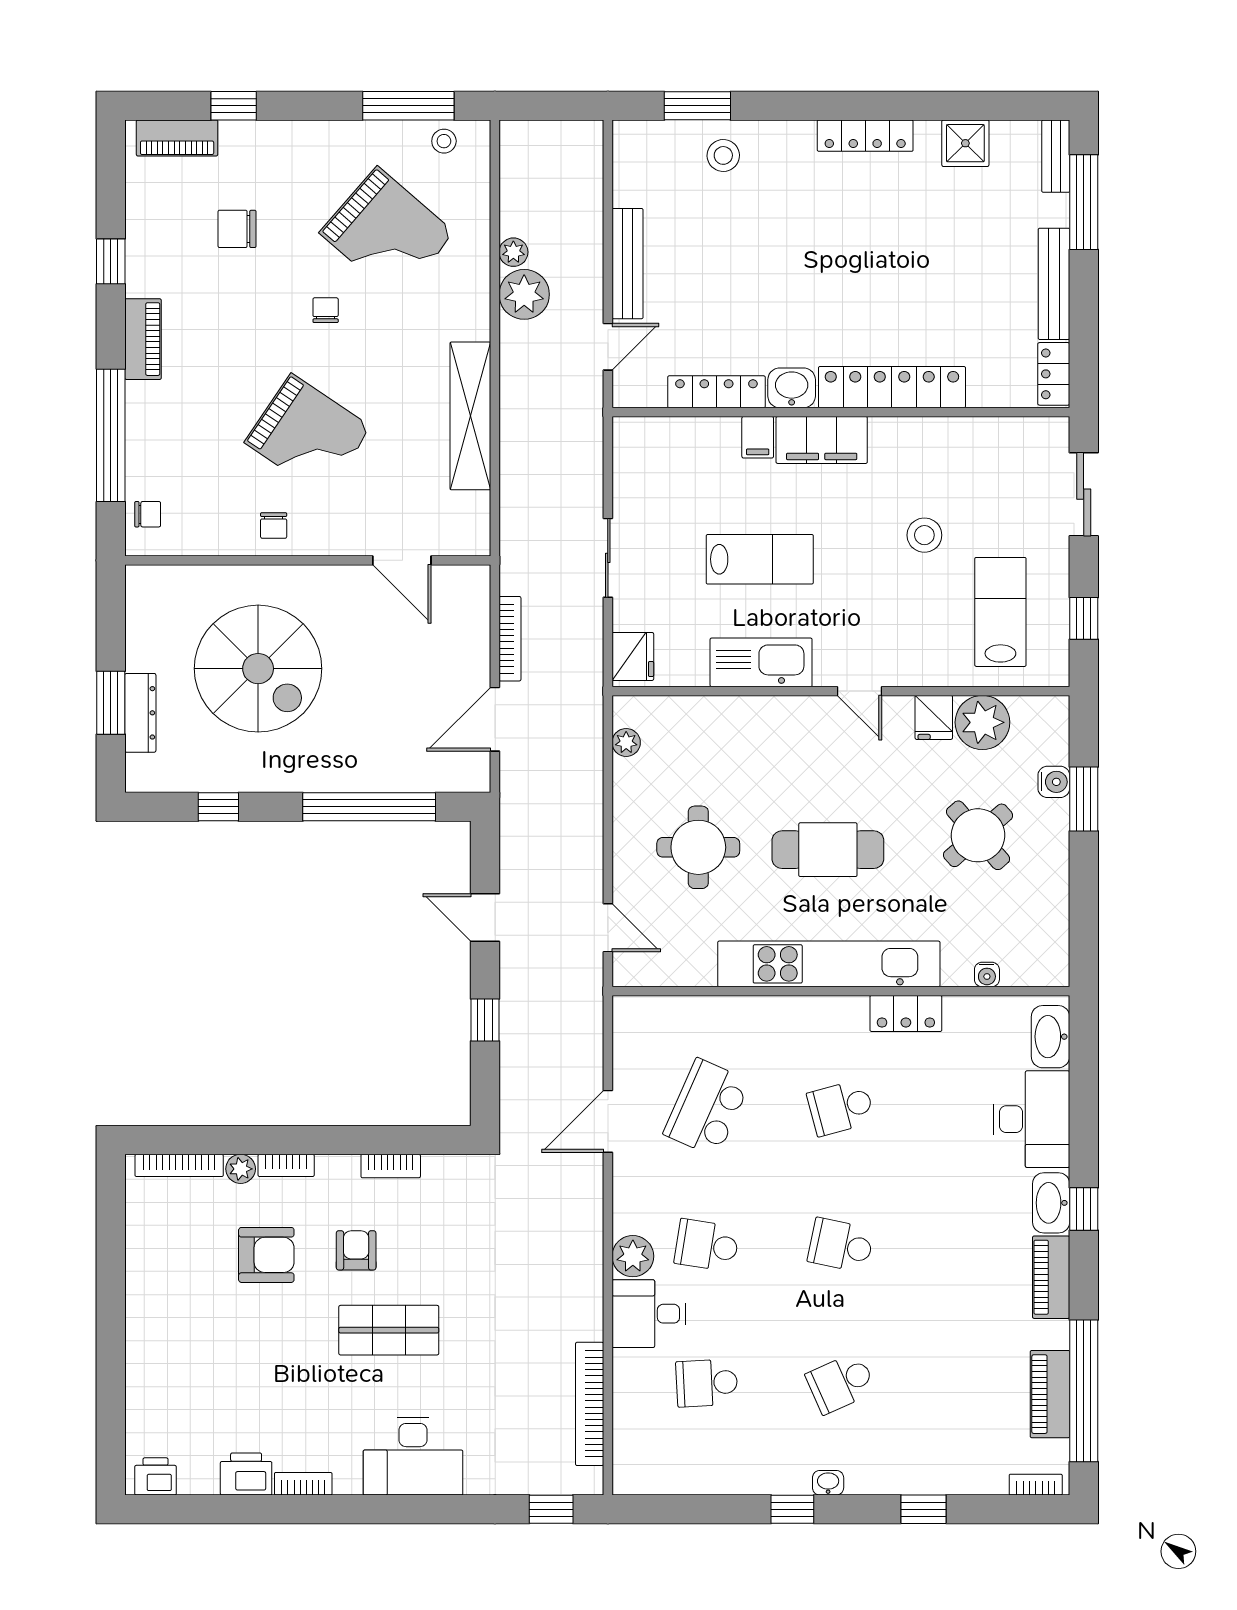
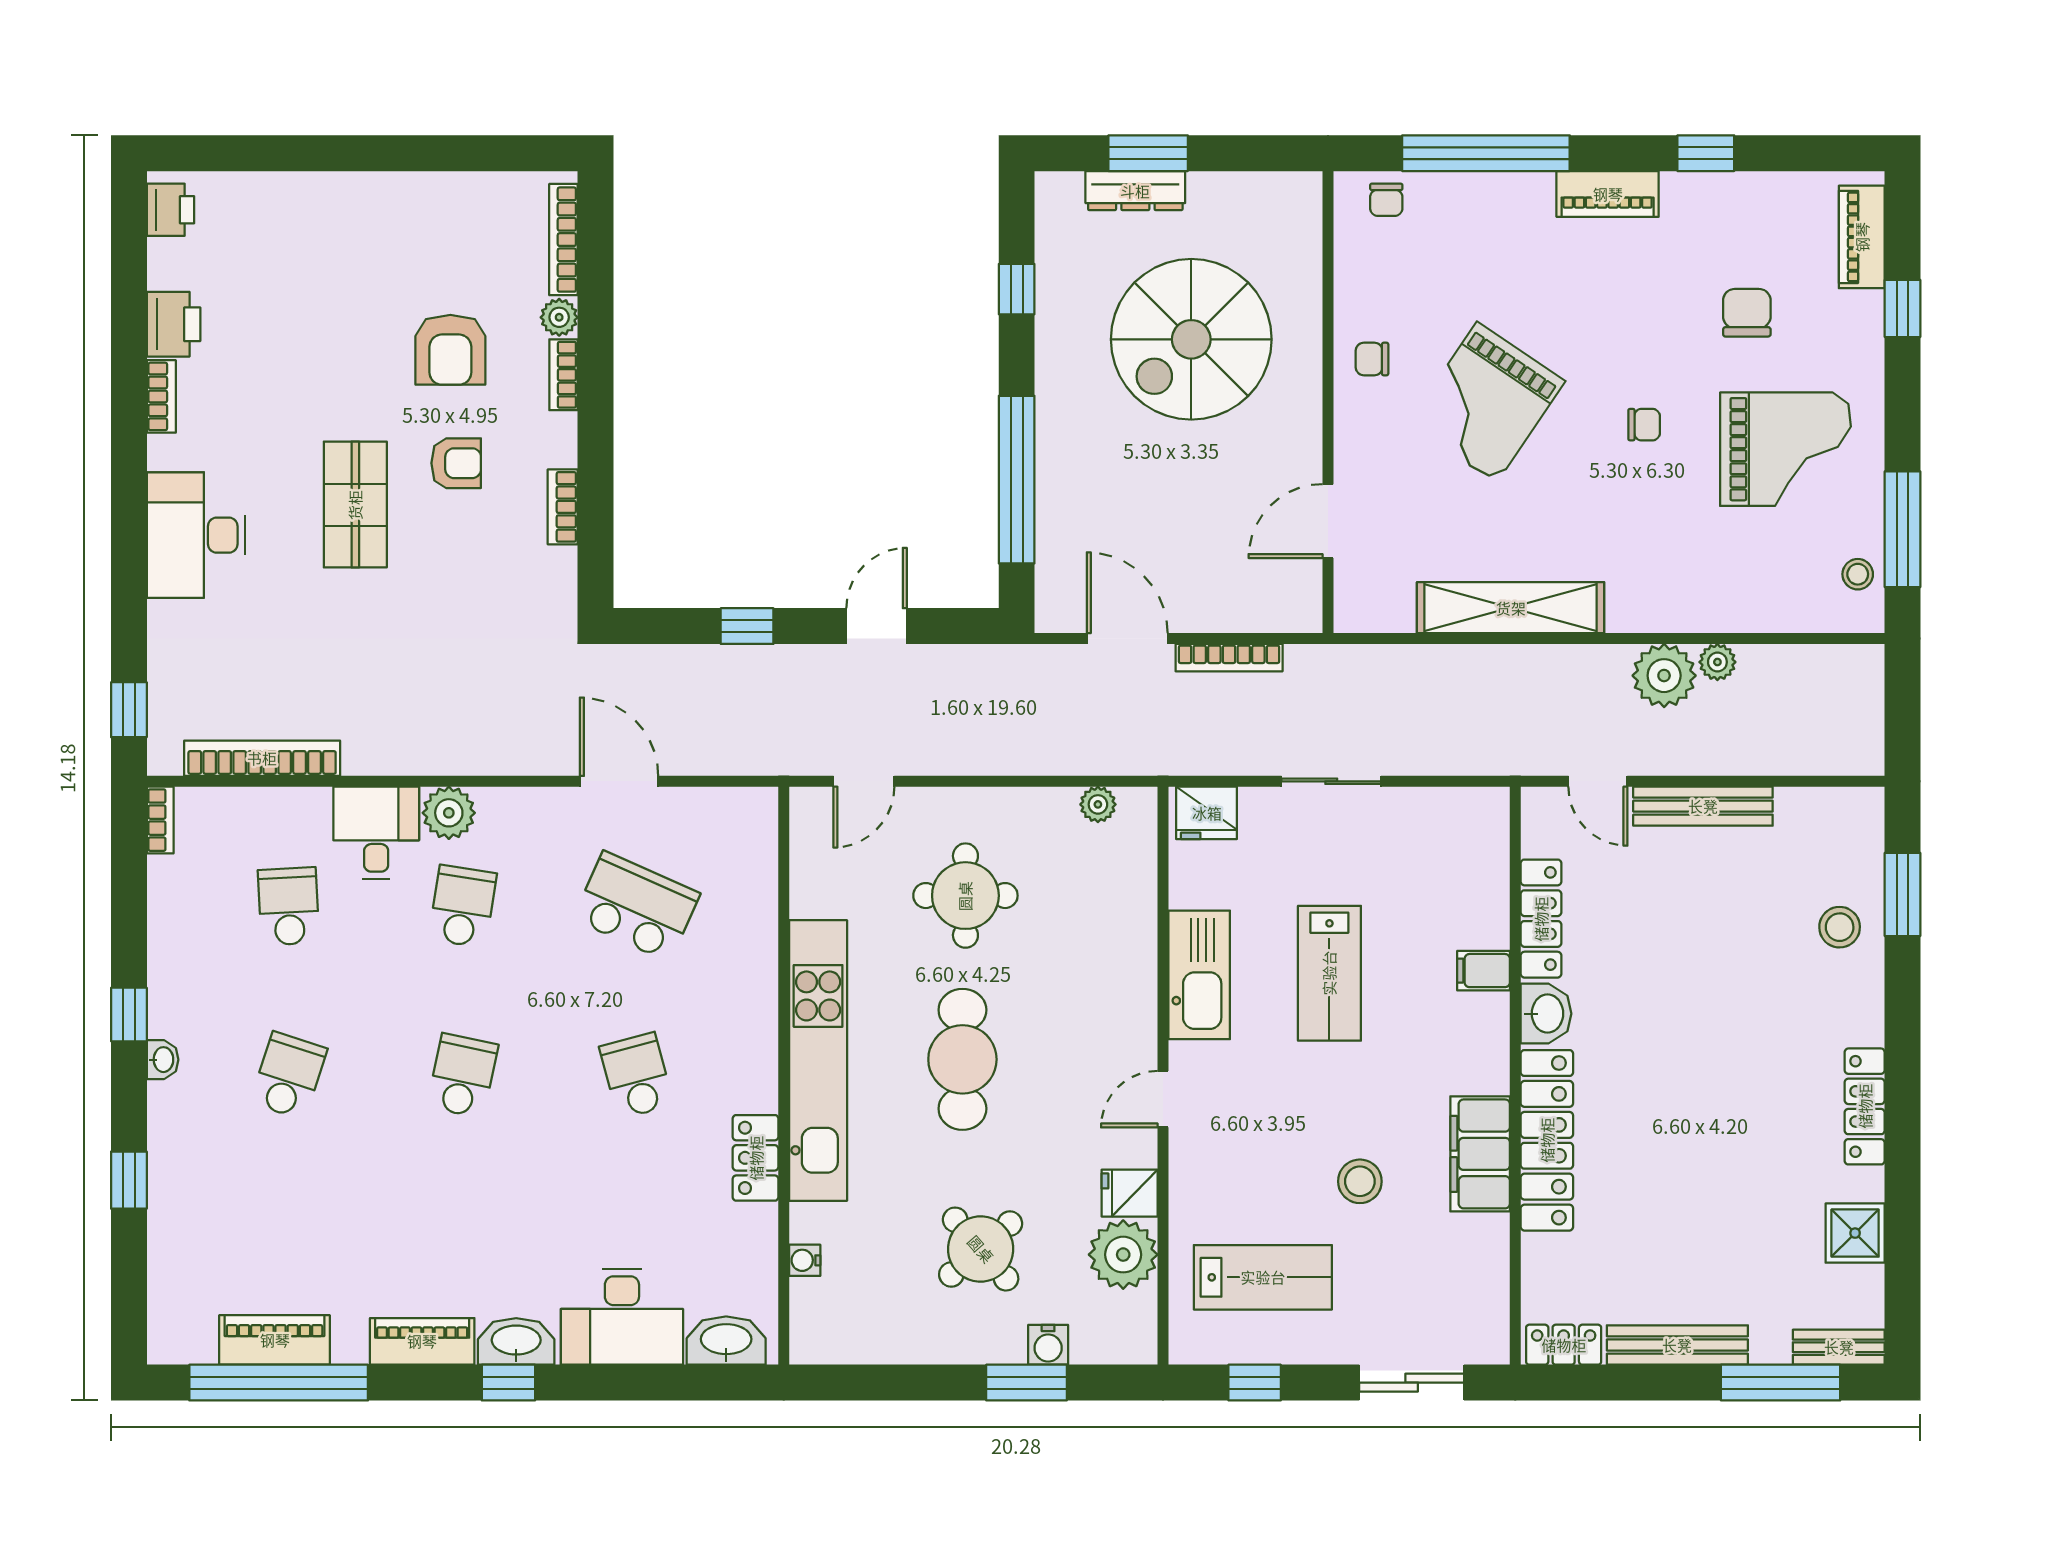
grand piano: (387, 233) -> (1785, 449), moved, turned -131
filing cabinet: (822, 440) -> (1480, 1154), moved
school desk: (841, 1383) -> (289, 1076), turned 42
bookcase: (1036, 1485) -> (160, 820), moved

